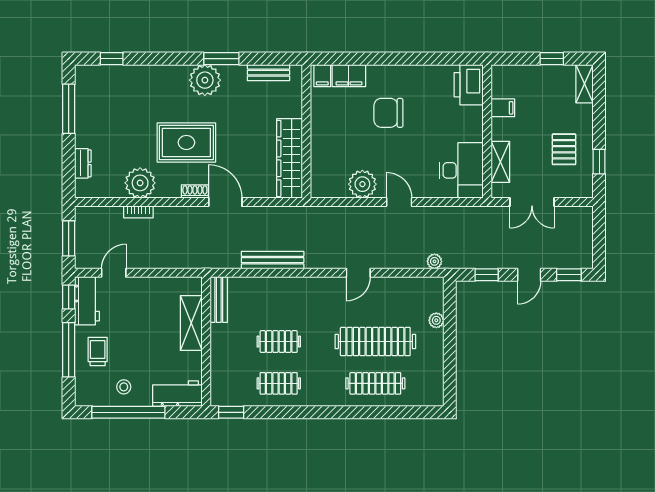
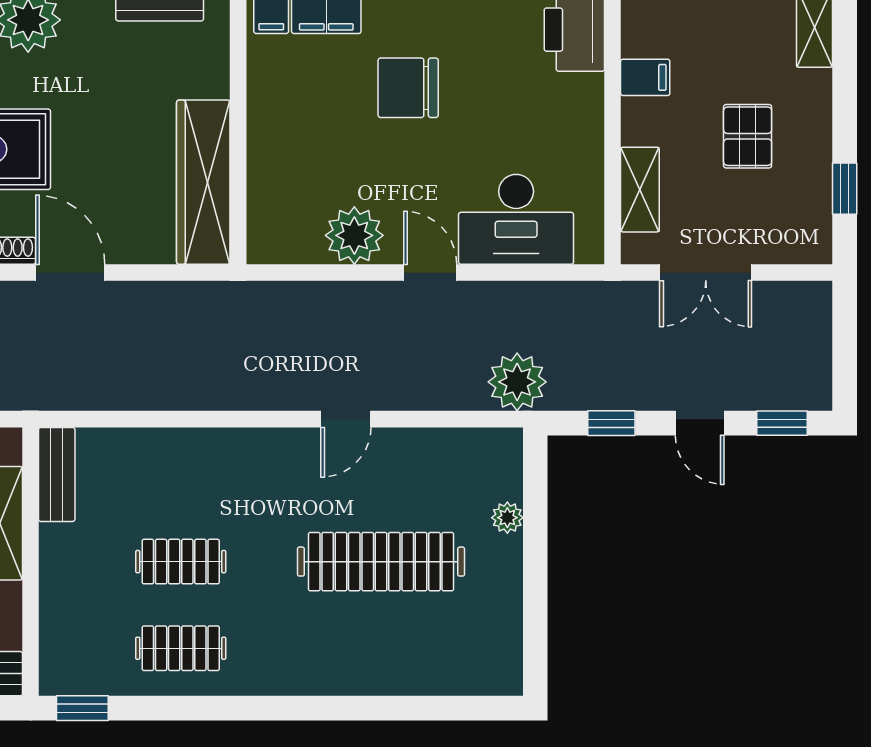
pallet: (564, 149) -> (748, 136), moved
desk: (461, 170) -> (516, 219), moved, turned 90
bench: (273, 260) -> (168, 393), removed
plant: (434, 261) -> (517, 382), width x1.87, depth x1.87
door: (529, 275) -> (700, 423), hinge flipped
clothes rail: (375, 383) -> (381, 648), removed

